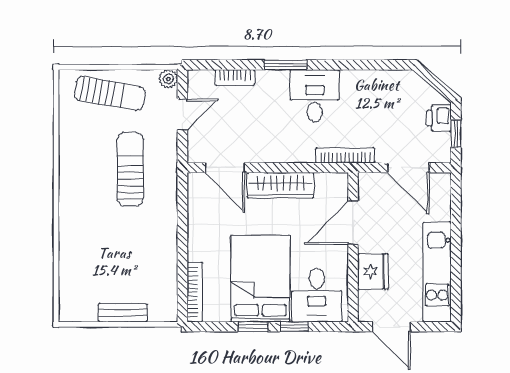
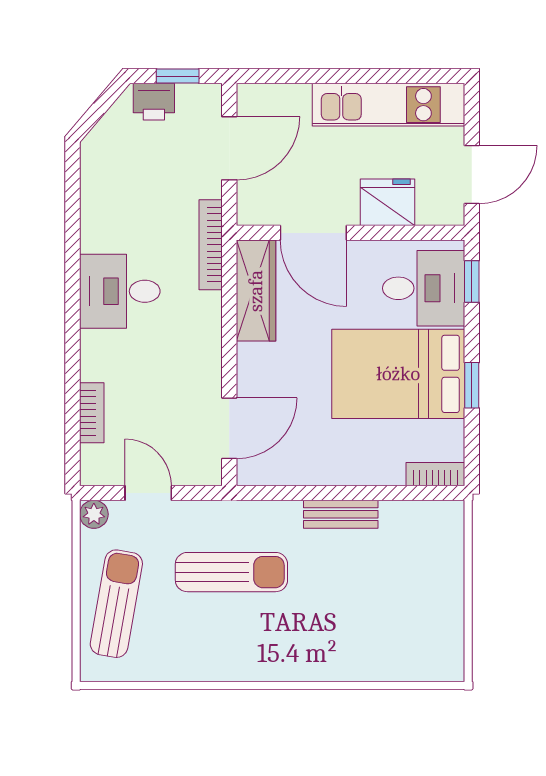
window: (286, 65) -> (73, 335), removed
sun lounger: (130, 169) -> (231, 572), turned 180
wardrobe: (280, 185) -> (256, 291), moved
bookcase: (195, 292) -> (435, 474), width x0.64
bench: (123, 313) -> (341, 514), moved, turned 90
window: (294, 327) -> (472, 281), moved

